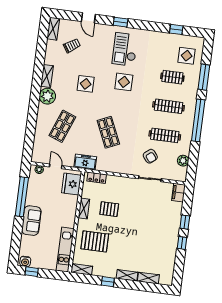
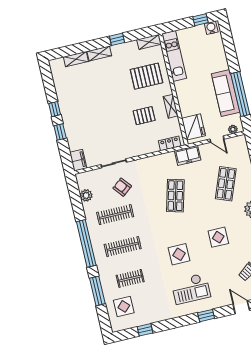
checkout: (125, 49) -> (191, 289), turned 90
shop shelf: (108, 132) -> (175, 196), turned 39
sofa: (31, 221) -> (226, 93), moved, width x1.36

